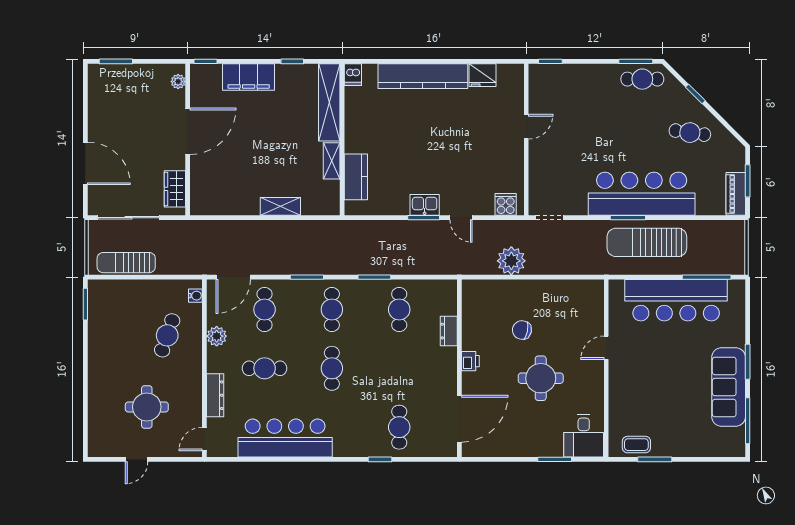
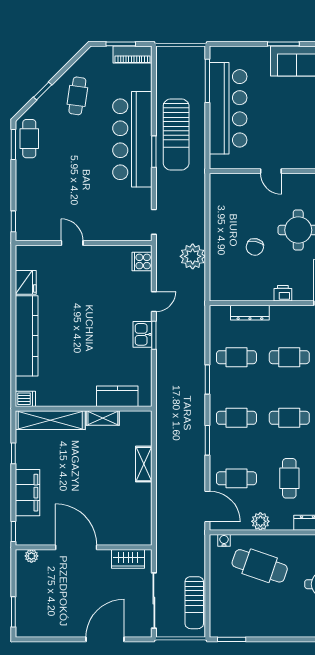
dresser: (449, 331) -> (250, 313), width x1.44
cafe table: (167, 335) -> (260, 566), width x1.37, depth x1.35
cafe table: (399, 368) -> (289, 357), added

